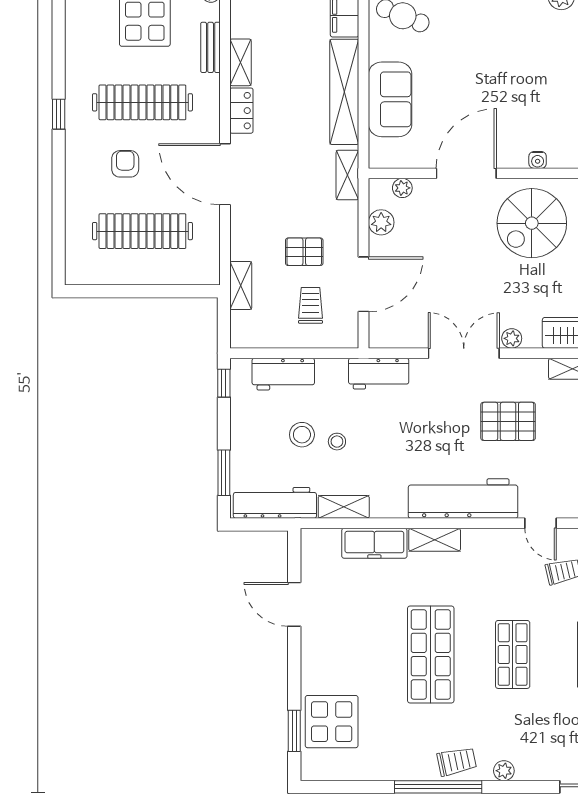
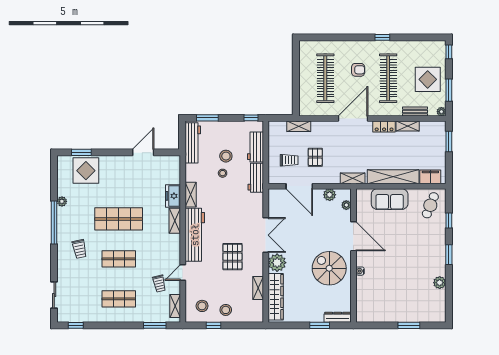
plant: (512, 338) -> (277, 263), width x1.87, depth x1.87
workbench: (379, 374) -> (256, 178), moved
shelving: (344, 507) -> (191, 195), moved
freezer: (374, 543) -> (173, 196), width x0.71
trolley: (457, 761) -> (79, 249), moved
plant: (504, 771) -> (62, 201), moved

